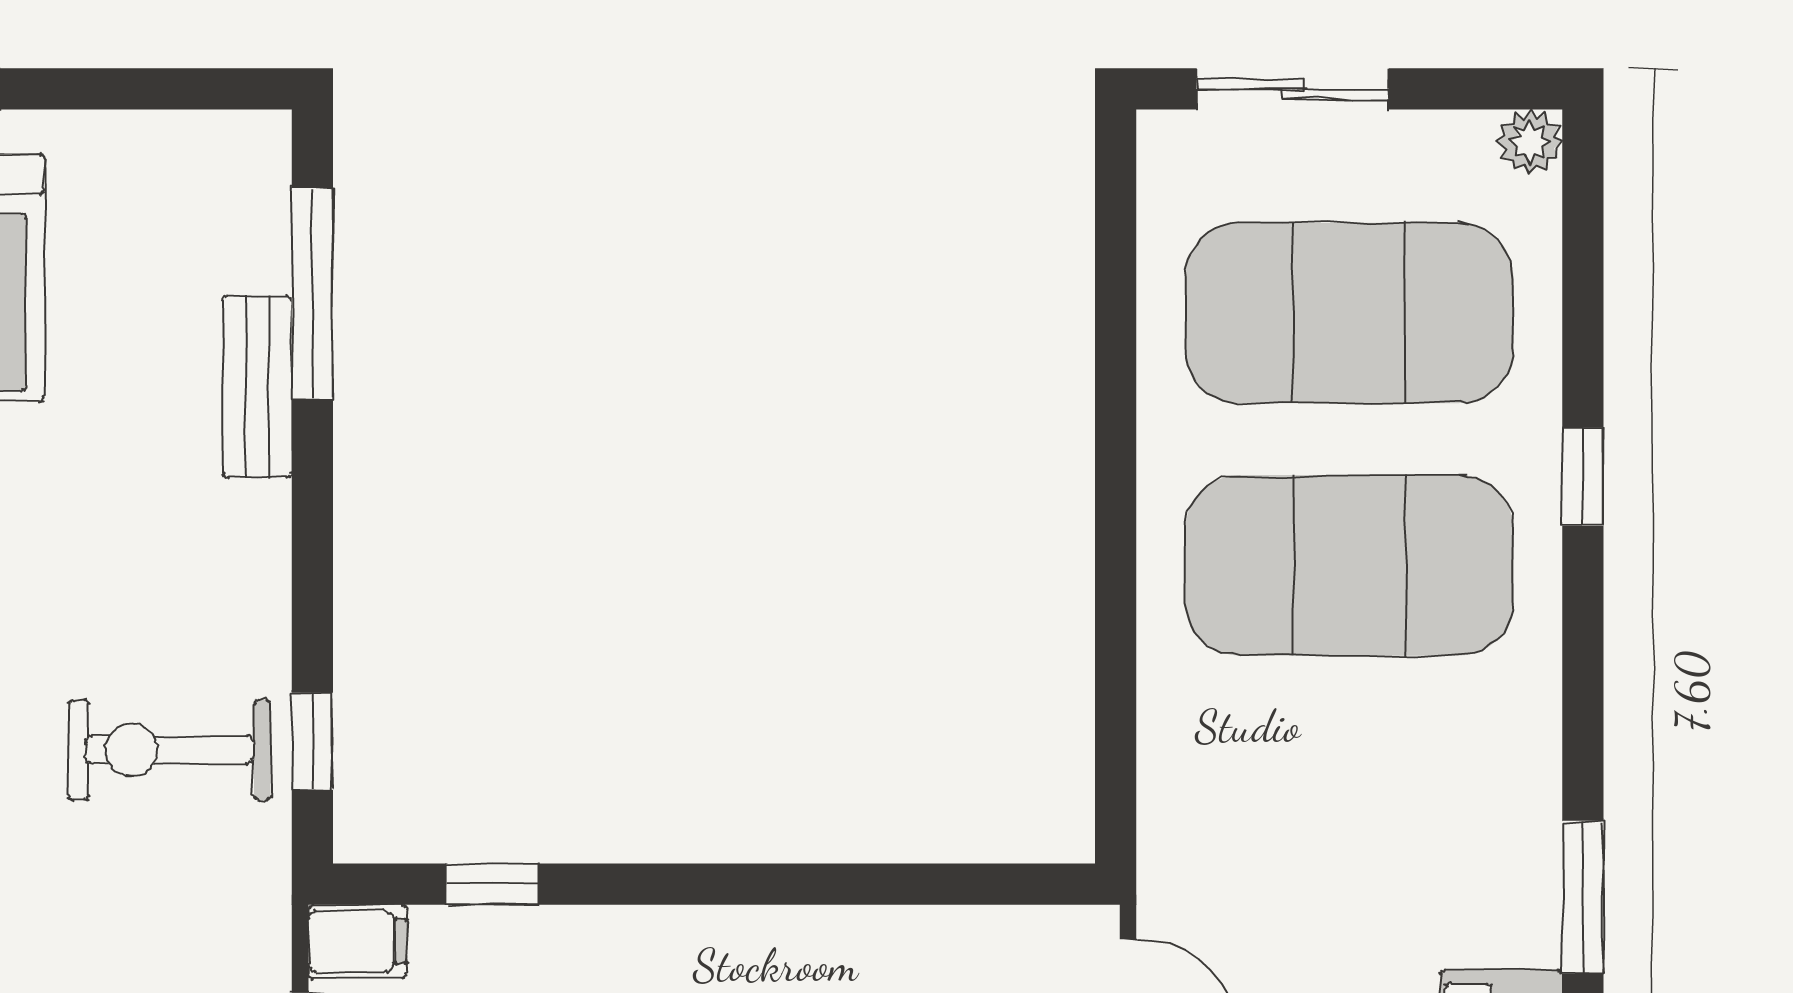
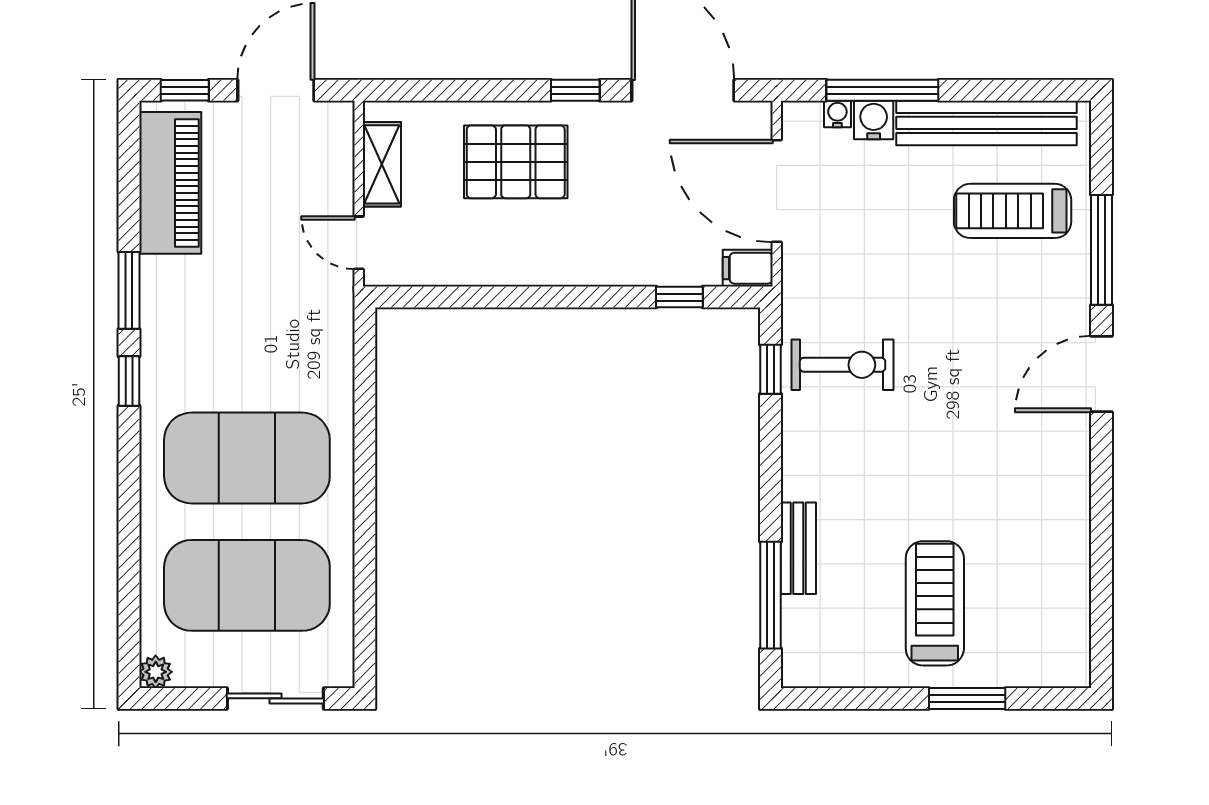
window: (1583, 477) -> (129, 381), moved

